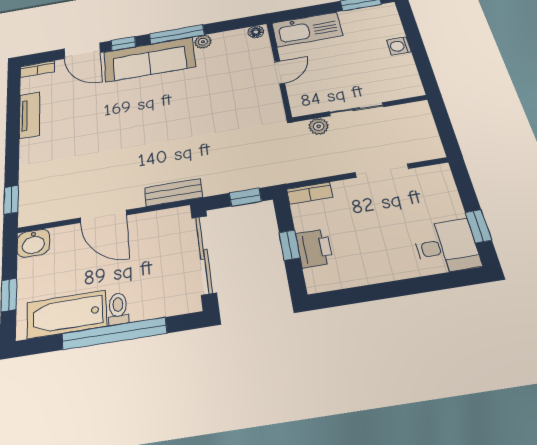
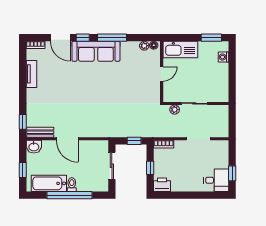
plant: (203, 42) -> (144, 46), moved
washing machine: (399, 46) -> (223, 57), moved
bench: (174, 192) -> (40, 132), moved
printer: (314, 248) -> (162, 185), moved, turned -90
sliding door: (204, 254) -> (112, 166), width x0.73

